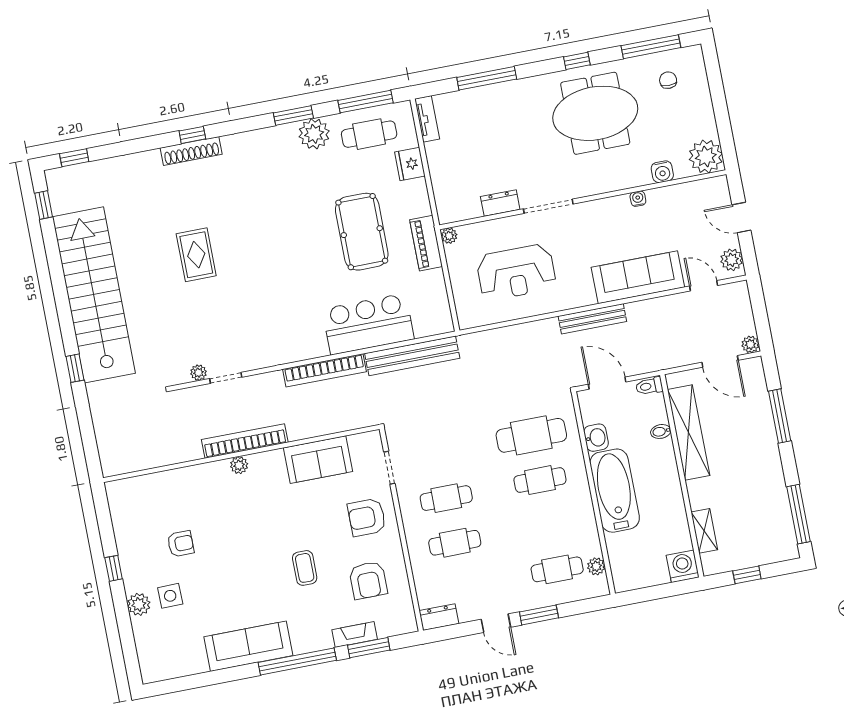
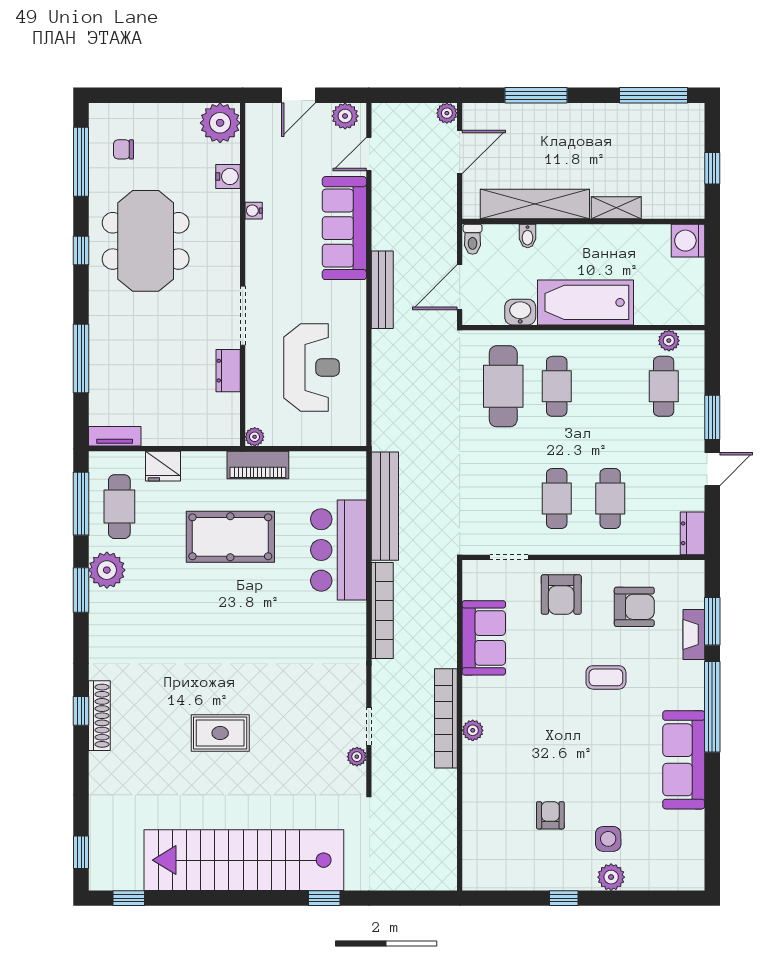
shelving: (704, 531) -> (616, 208), moved

